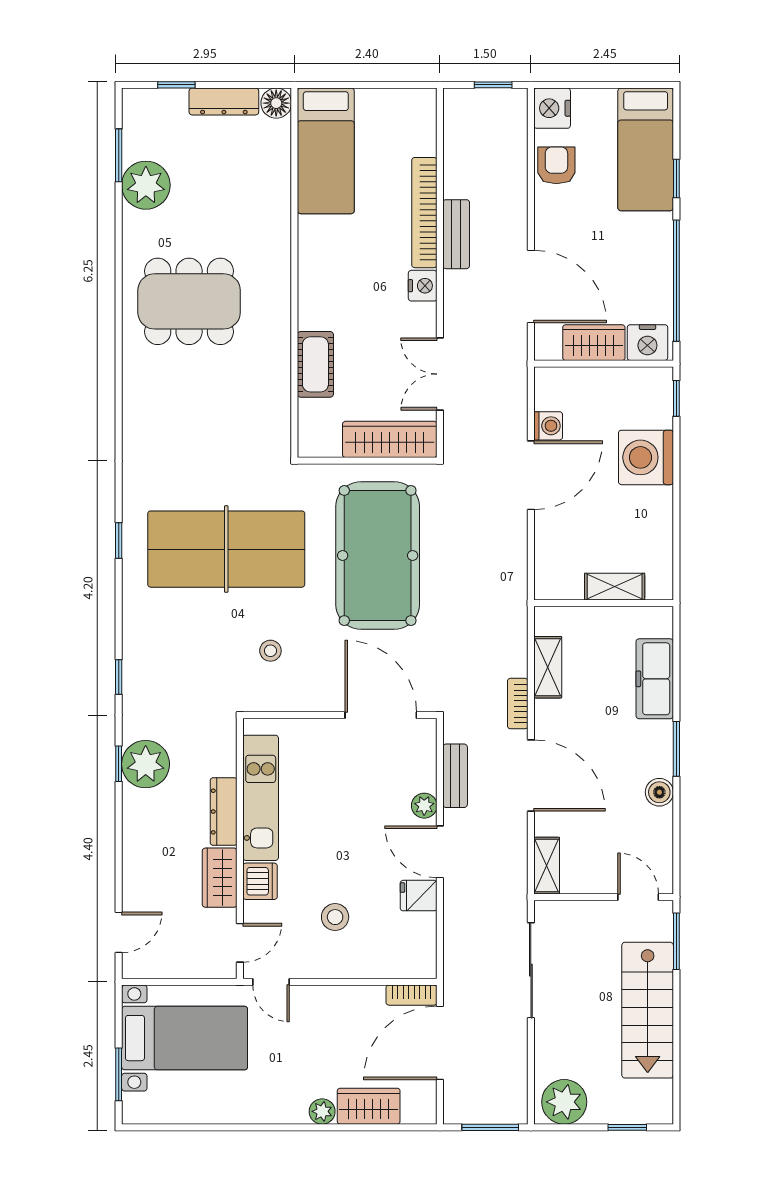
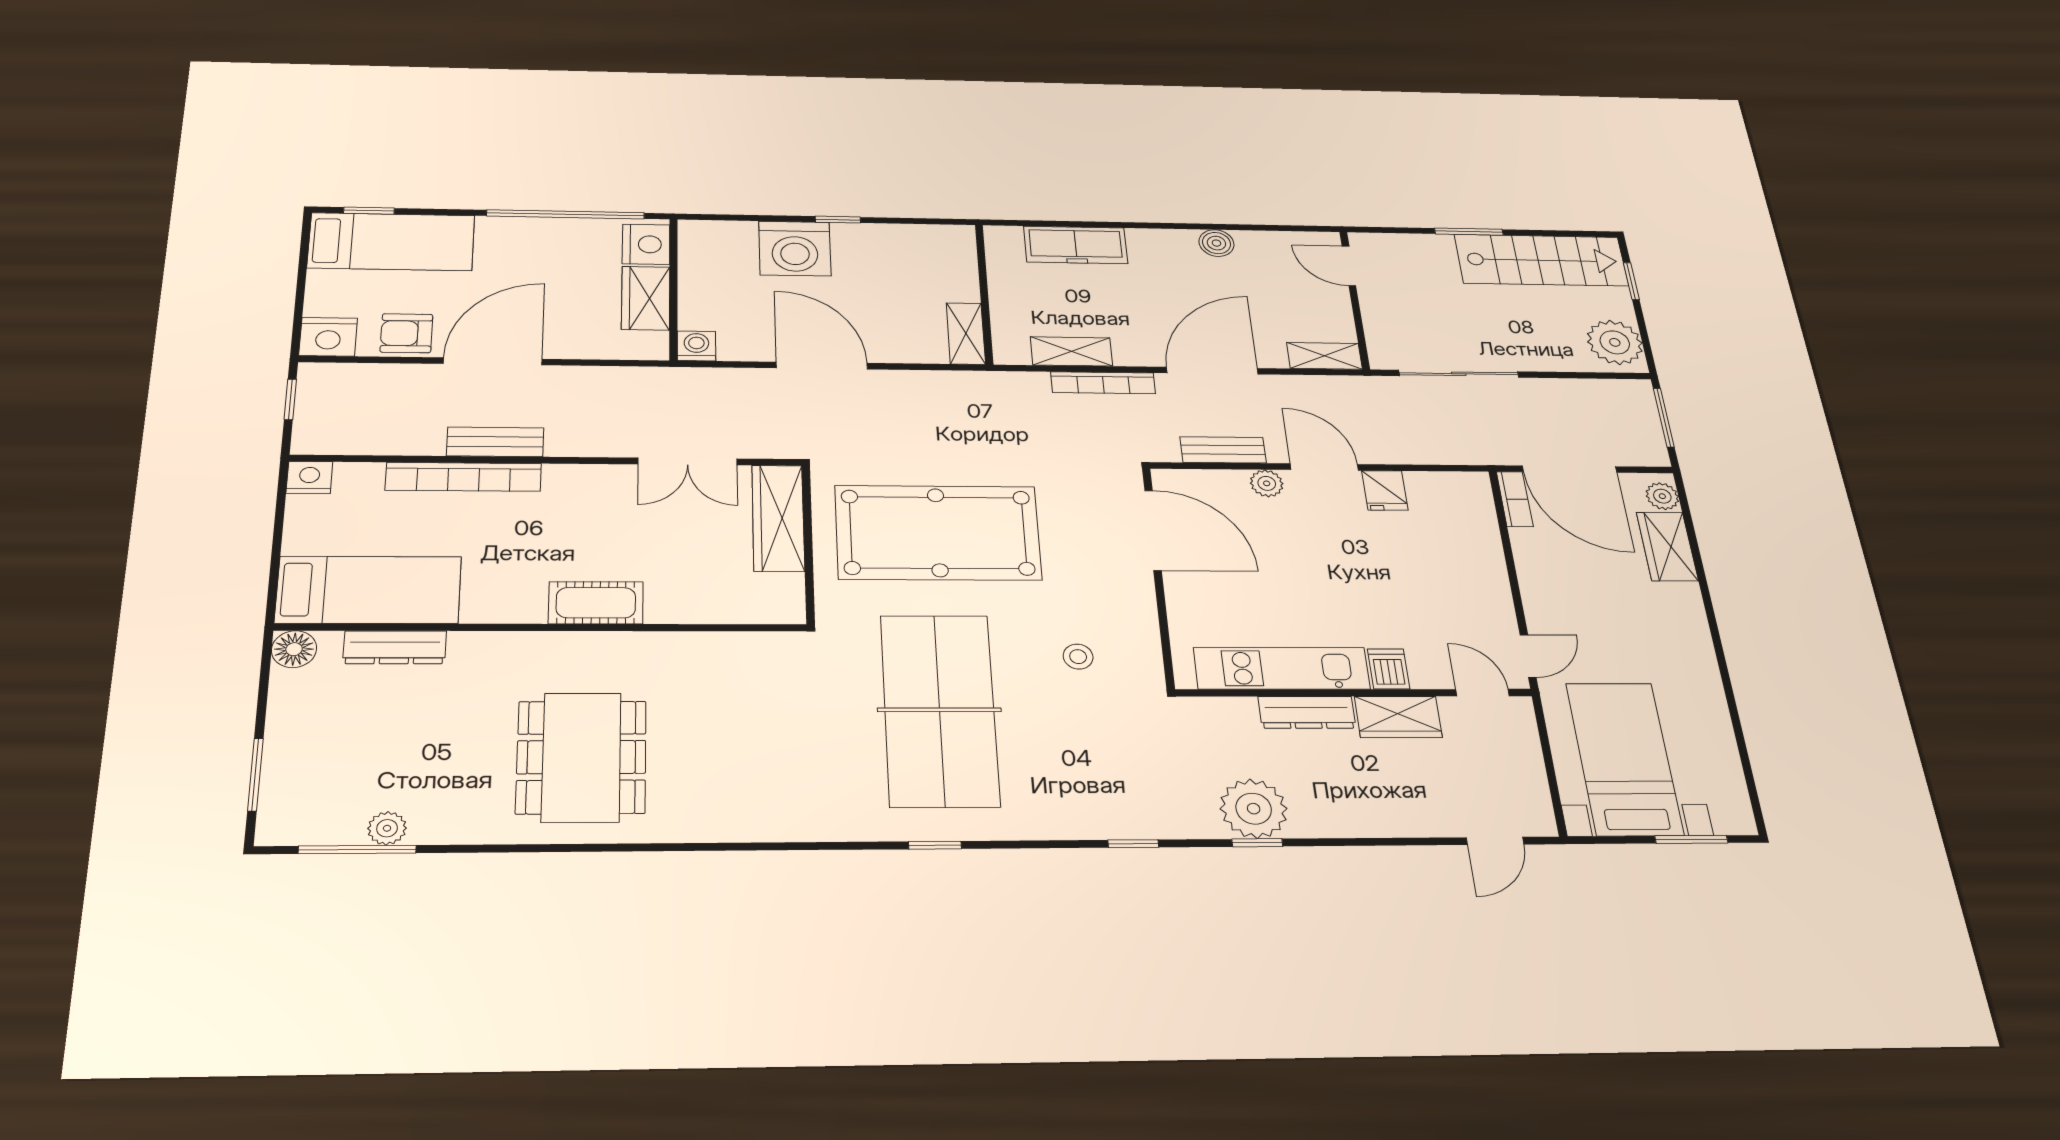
window: (176, 85) -> (255, 775), width x1.50
dresser: (224, 101) -> (395, 647), moved, turned 90
window: (119, 155) -> (357, 850), width x1.44
window: (676, 179) -> (369, 211), moved
plant: (146, 185) -> (387, 828), width x0.53, depth x0.53
nightstand: (423, 286) -> (309, 478), moved
door: (531, 287) -> (493, 361), moved
cot: (315, 364) -> (596, 603), moved
window: (676, 398) -> (838, 220), moved
washing machine: (548, 426) -> (696, 346), moved
shelving: (615, 587) -> (966, 333), moved
bookcase: (518, 704) -> (1103, 383), width x1.56
door: (381, 715) -> (1153, 530), swing flipped
window: (676, 749) -> (1161, 226), removed
door: (440, 852) -> (1324, 467), swing flipped
dishwasher: (260, 881) -> (1389, 669), width x0.73
door: (638, 897) -> (1349, 266), hinge flipped
stool: (335, 917) -> (1429, 583), removed
door: (119, 932) -> (1495, 841), swing flipped
window: (676, 941) -> (1469, 232), moved
stairs: (648, 1010) -> (1541, 260), moved
plant: (322, 1111) -> (1662, 496), moved

